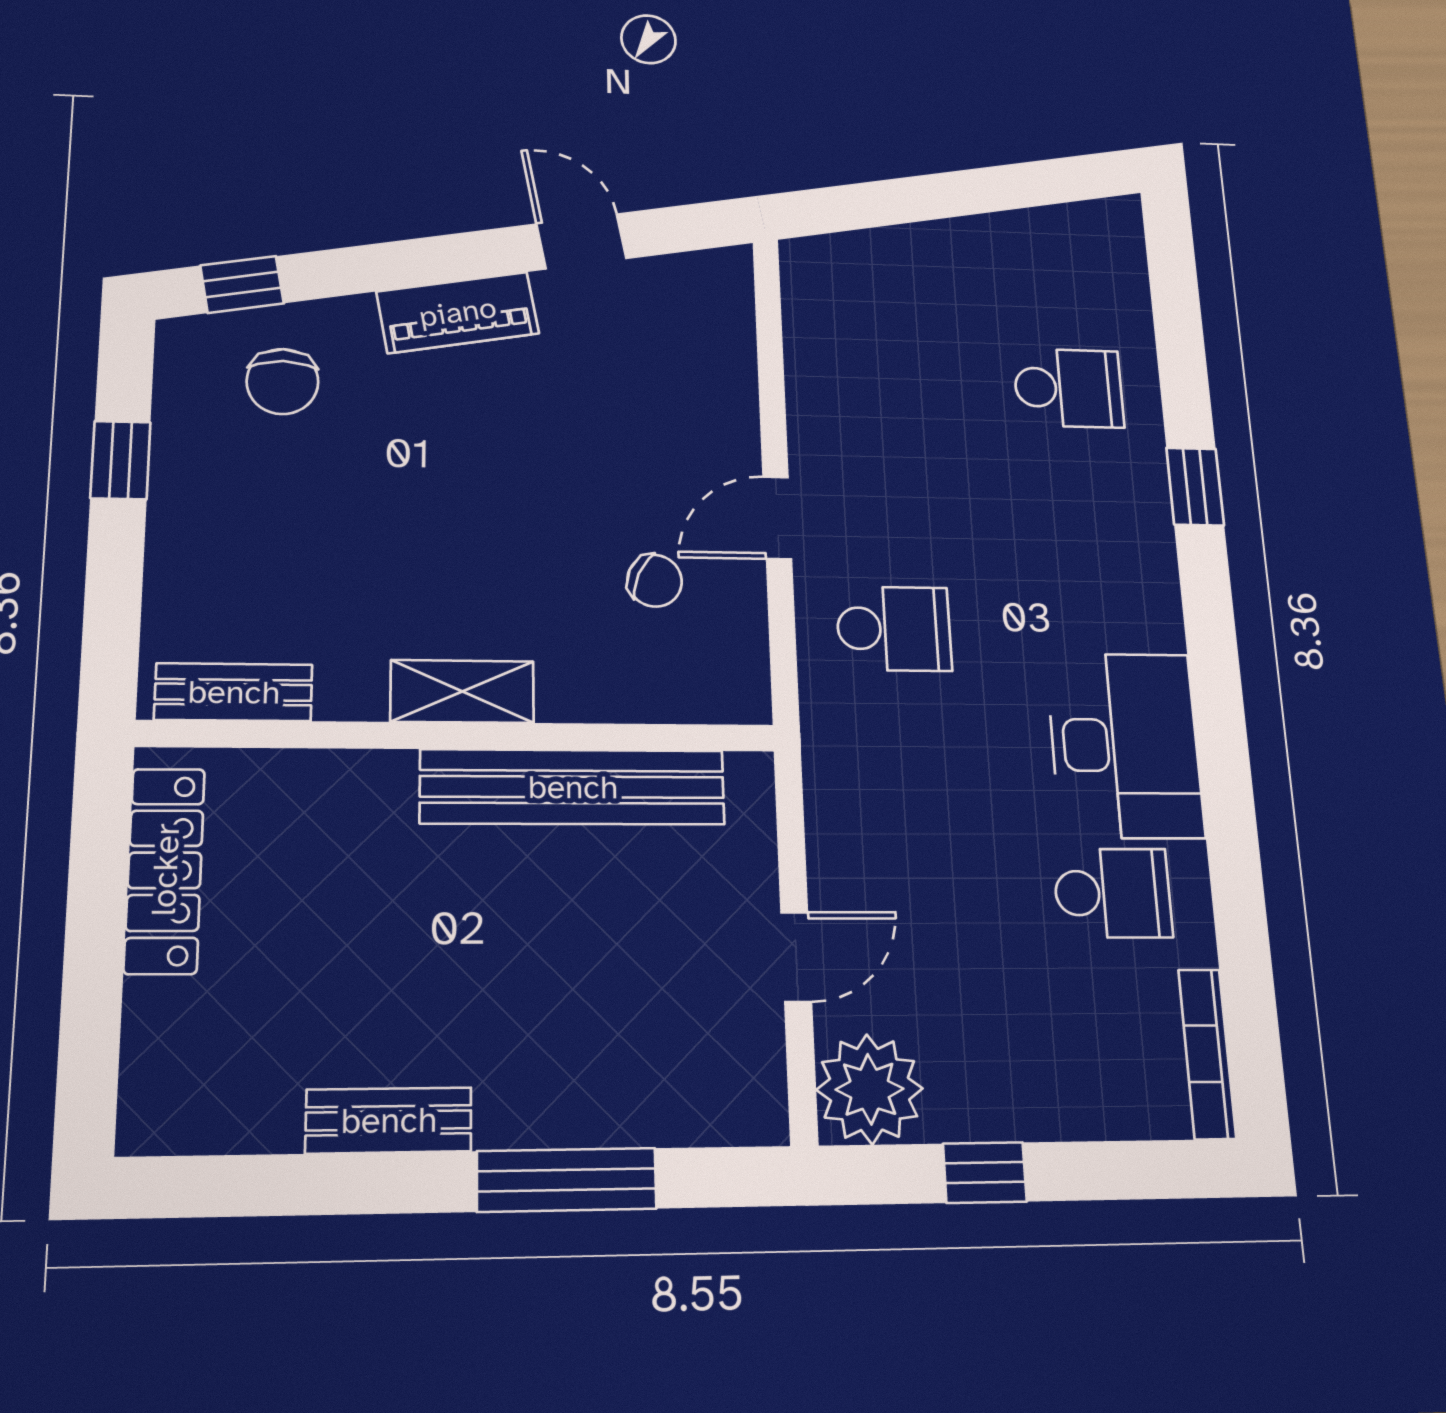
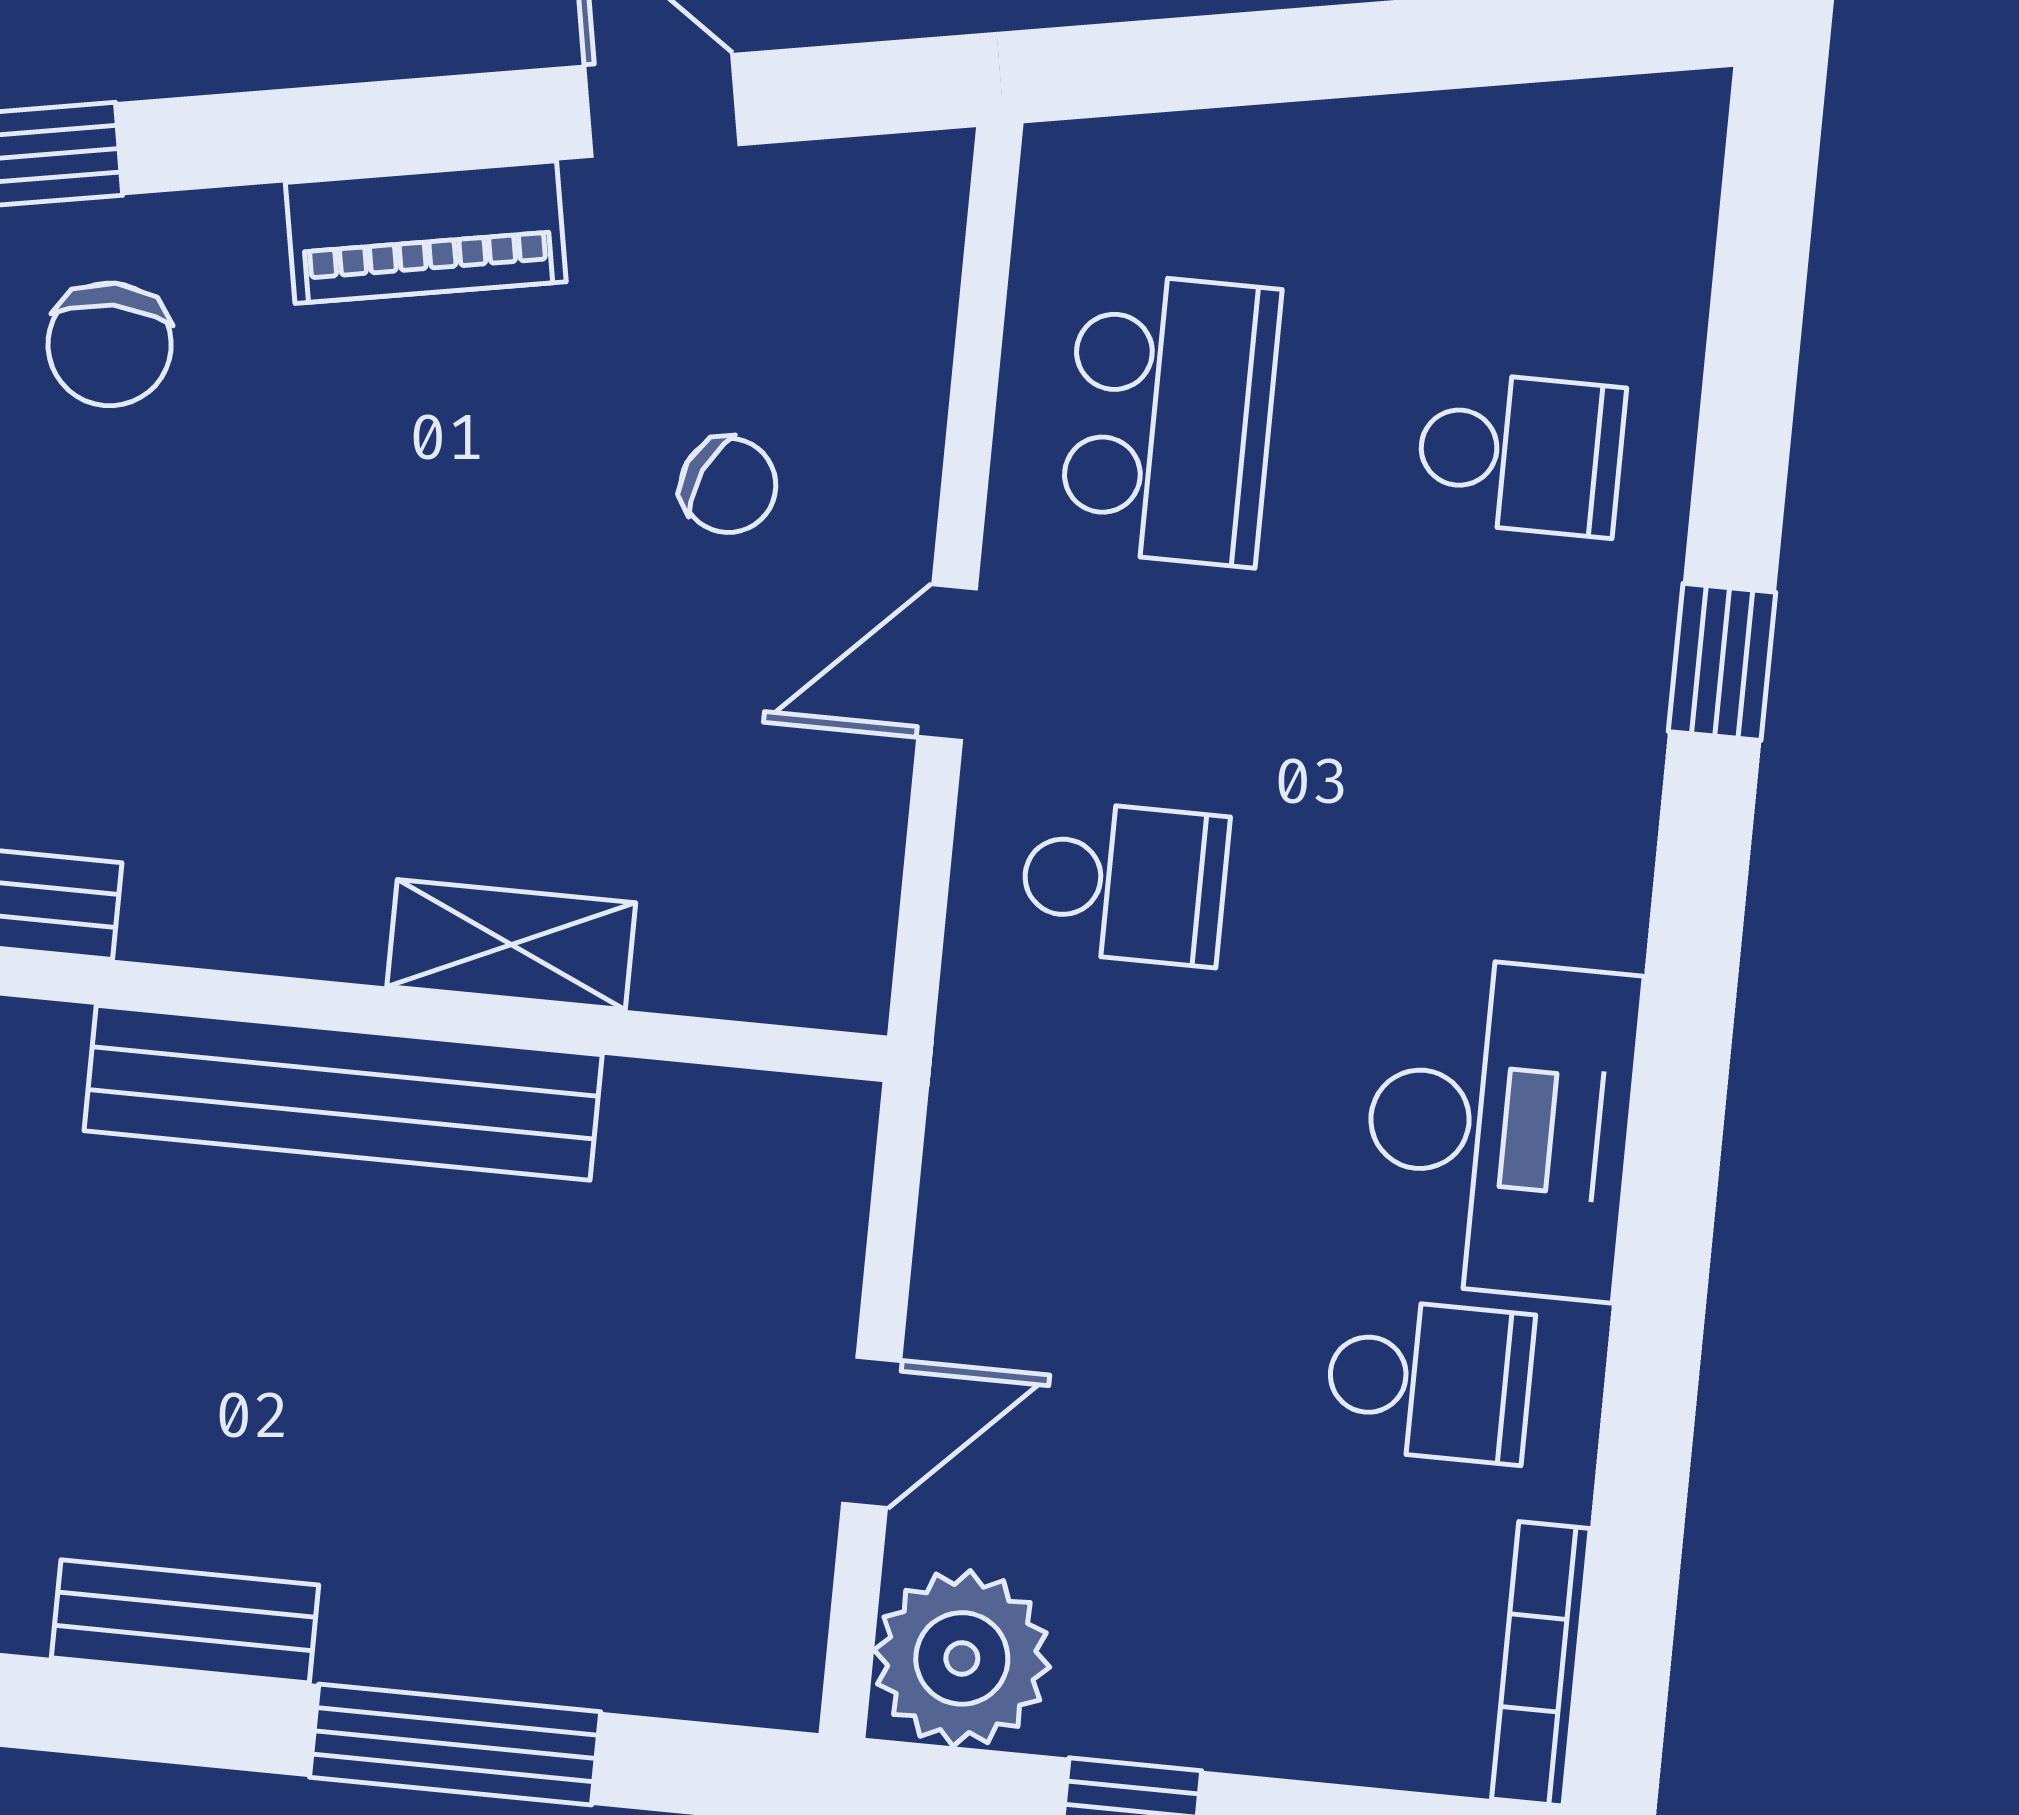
school desk: (879, 383) -> (1170, 419), added
chair: (655, 581) -> (728, 485), moved
shelving: (462, 691) -> (511, 945), moved
bench: (573, 787) -> (343, 1093), moved

